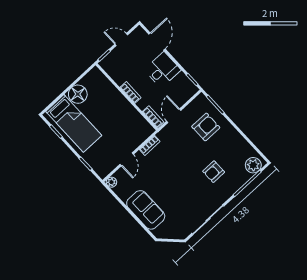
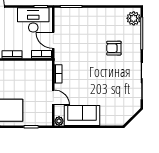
desk: (163, 70) -> (33, 20), moved, width x1.37
armchair: (206, 127) -> (80, 26), removed
armchair: (214, 172) -> (114, 48), turned 90
sofa: (146, 210) -> (82, 115), moved

